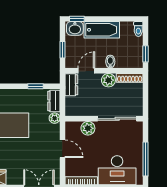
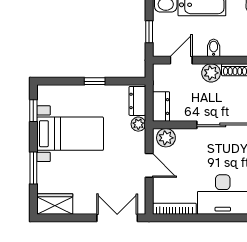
dresser: (71, 85) -> (161, 107), moved
window: (36, 86) -> (95, 81), moved
plant: (88, 128) -> (166, 138), moved

